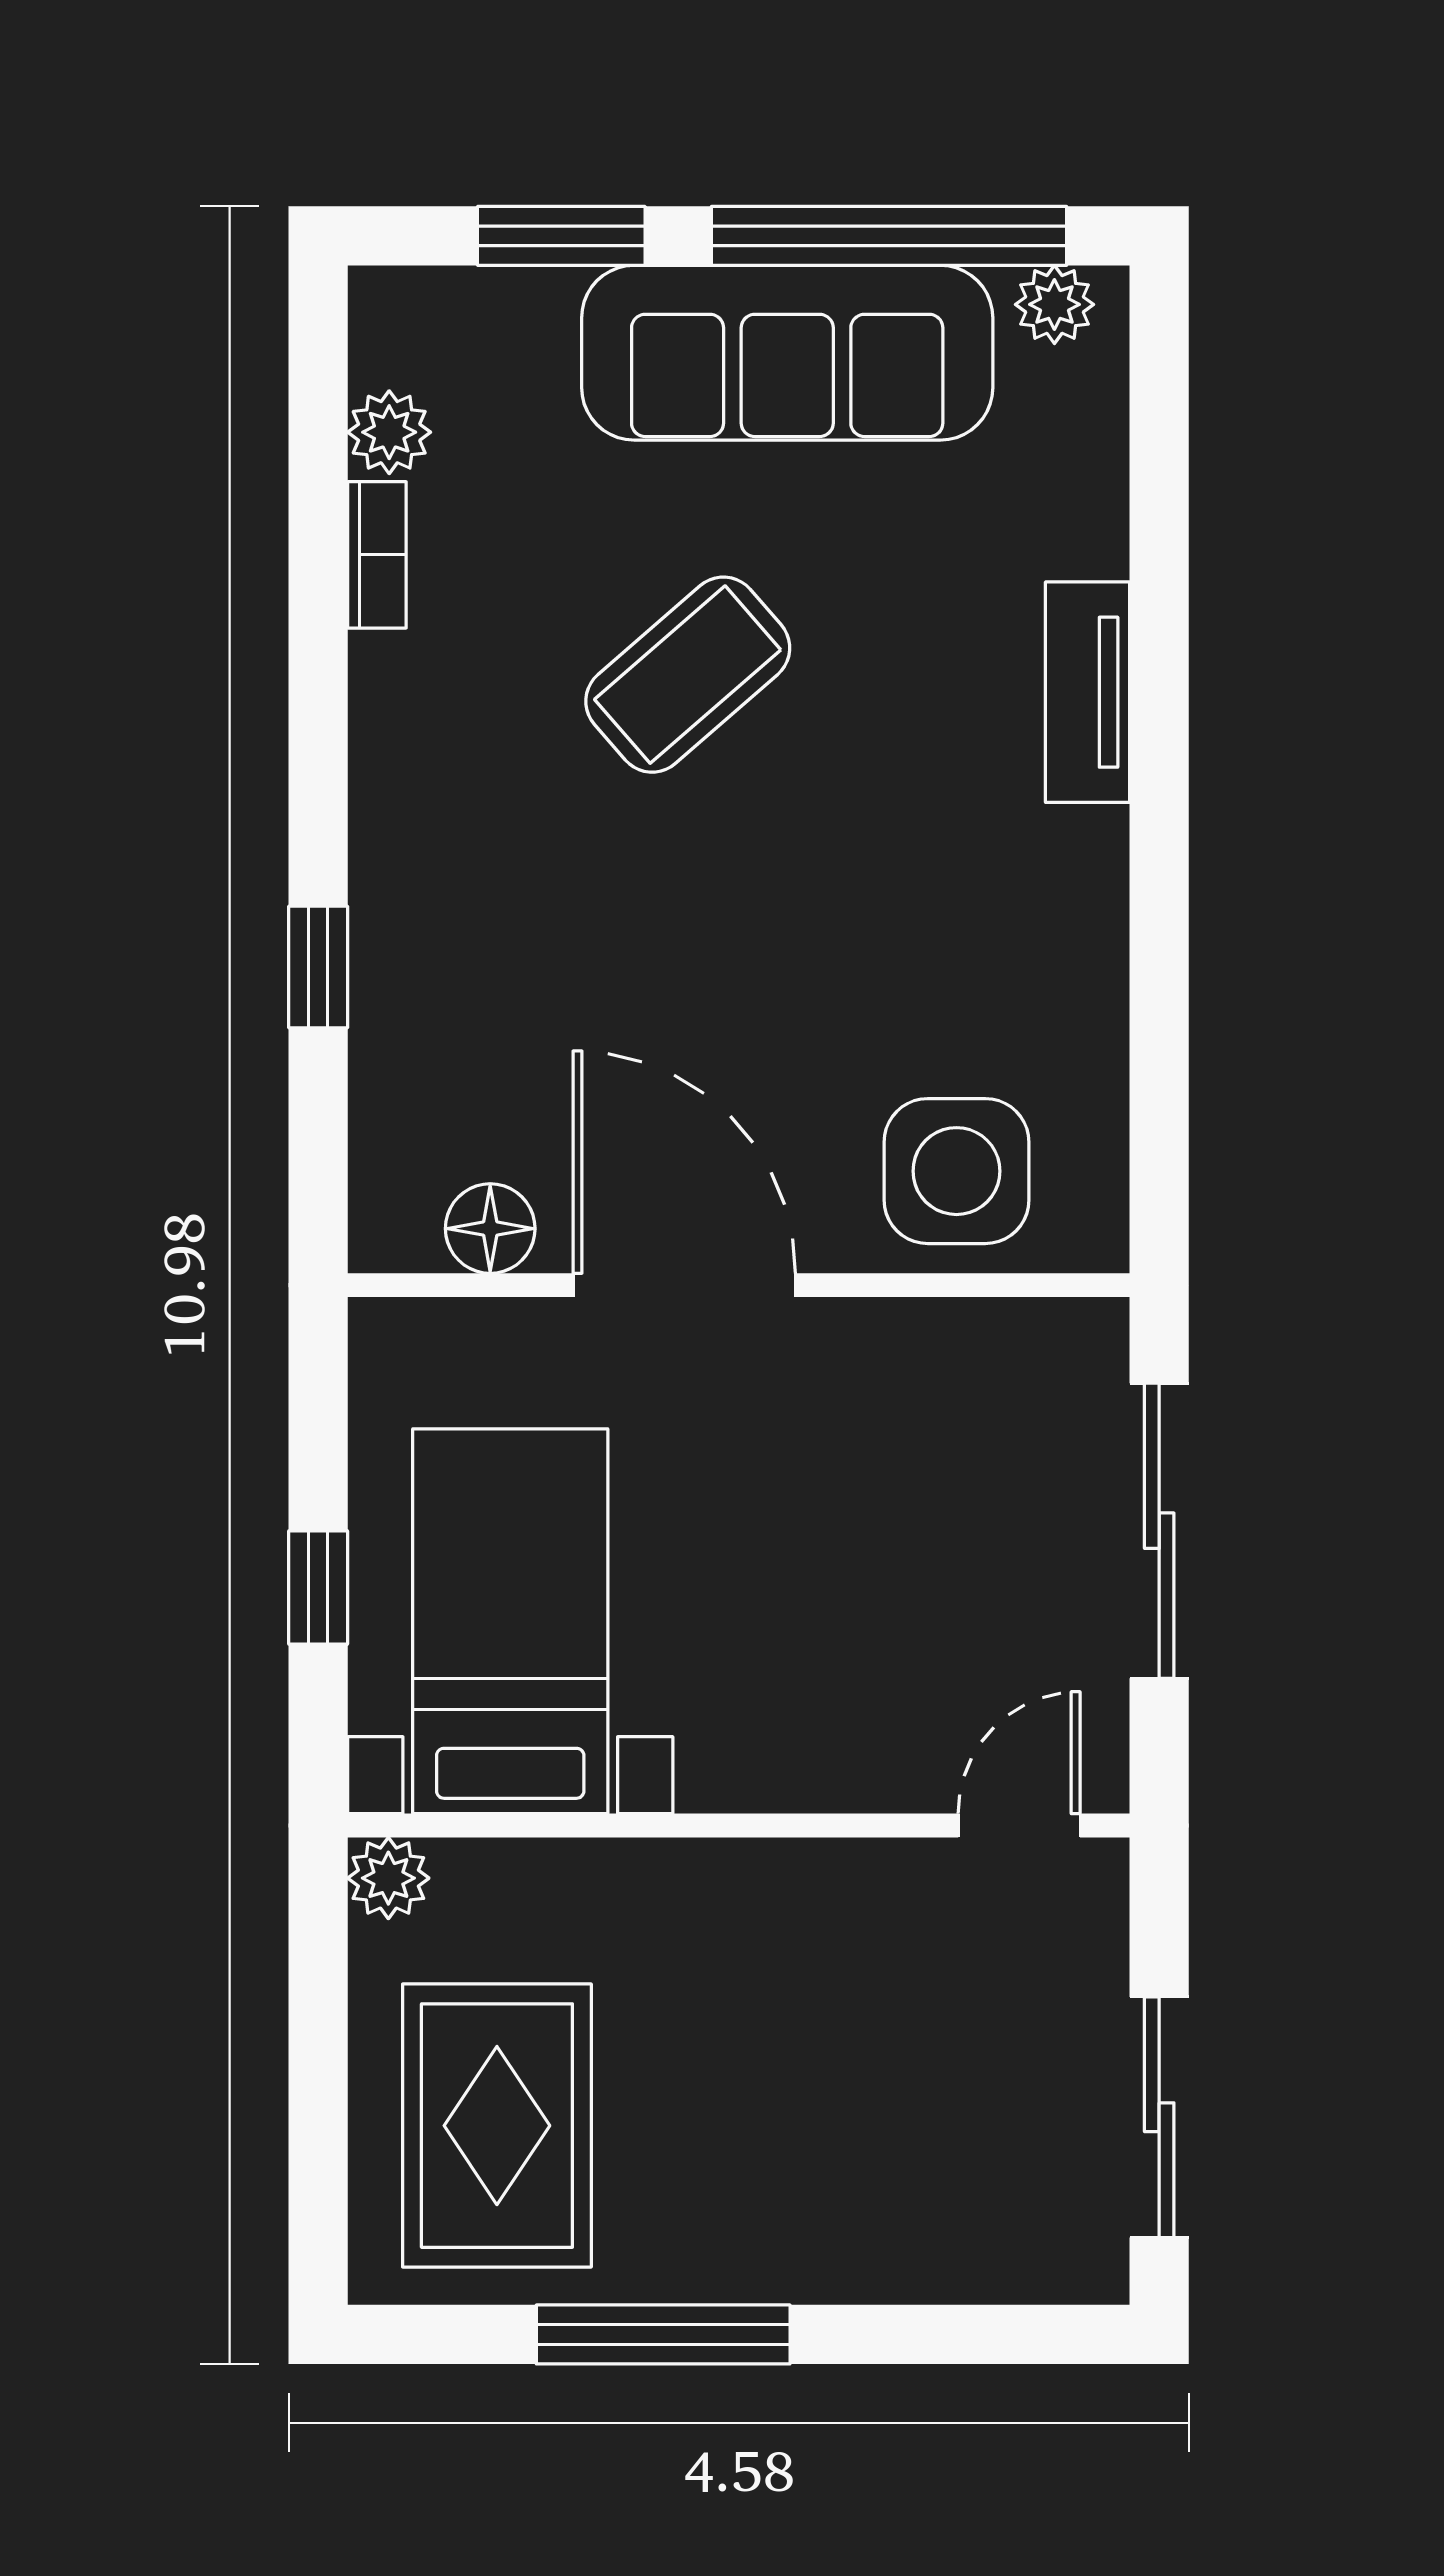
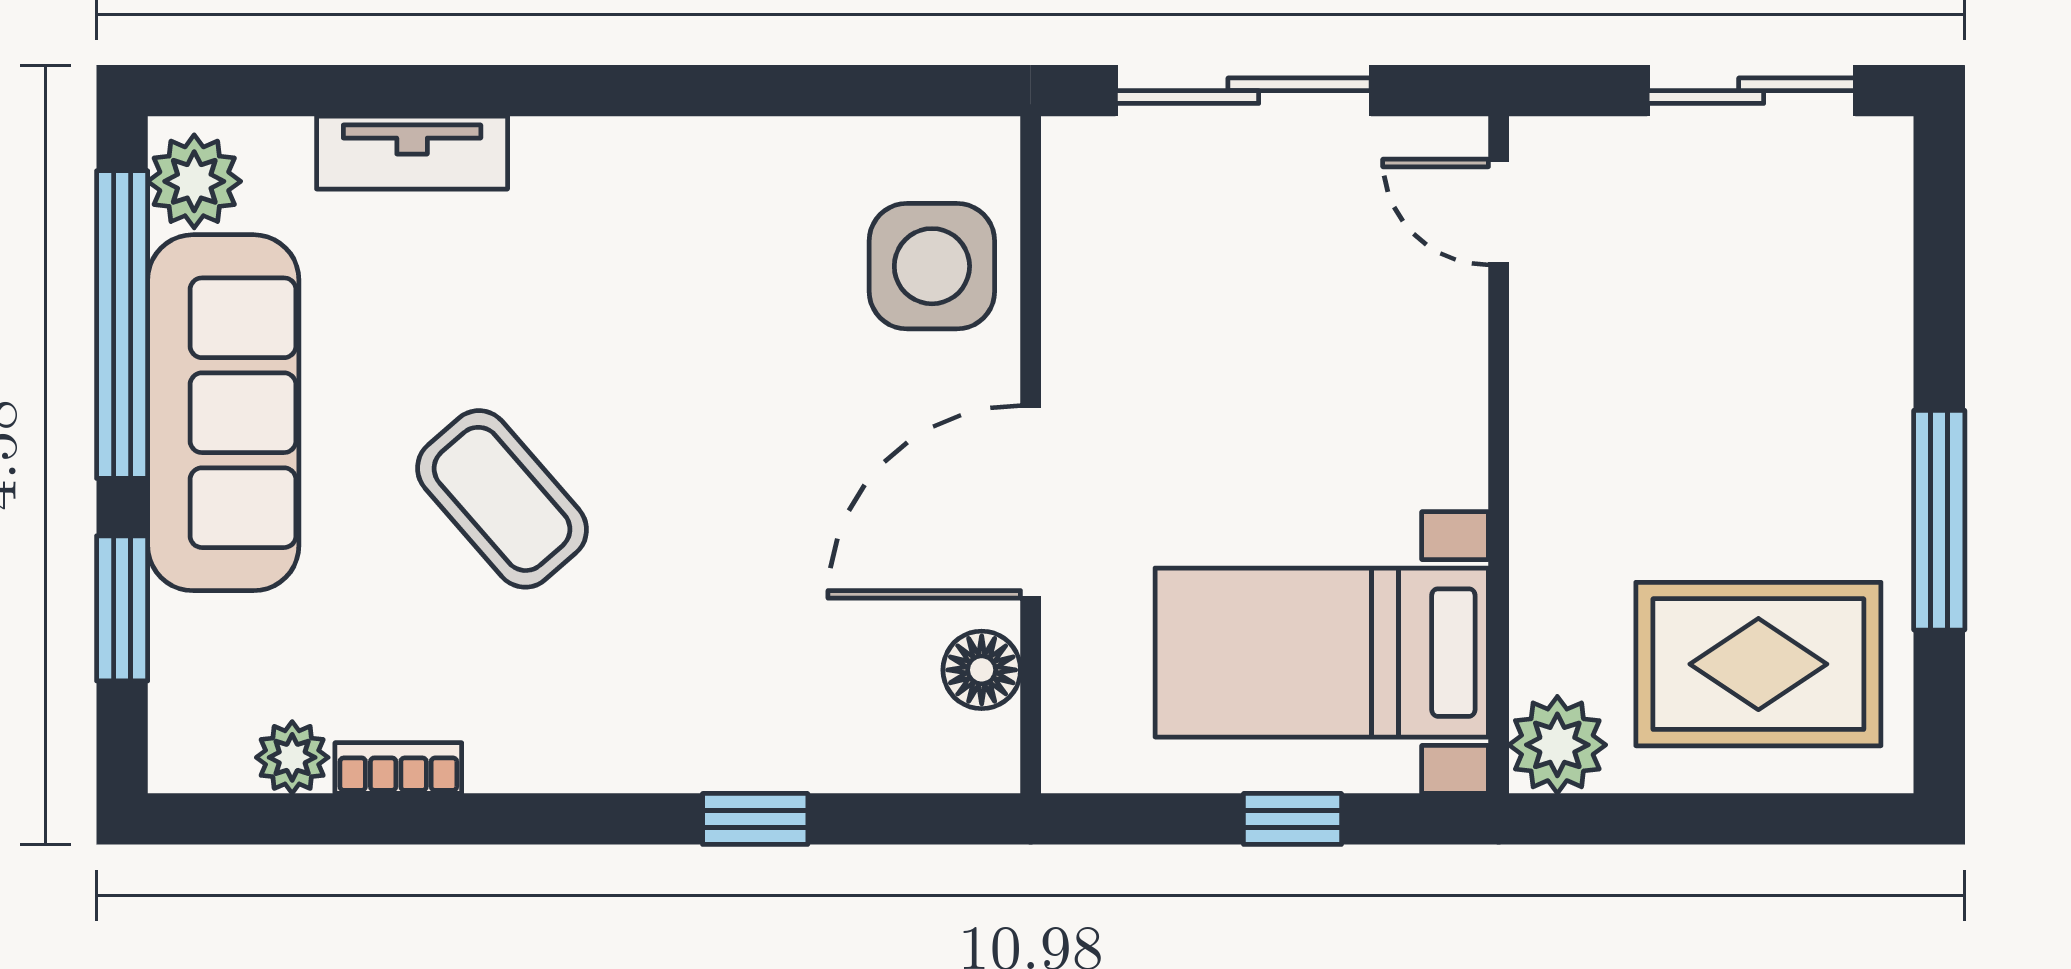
plant: (1054, 304) -> (194, 181), width x1.38, depth x1.38
tv unit: (1088, 692) -> (412, 153), moved
plant: (388, 1878) -> (1557, 745), width x1.38, depth x1.38

